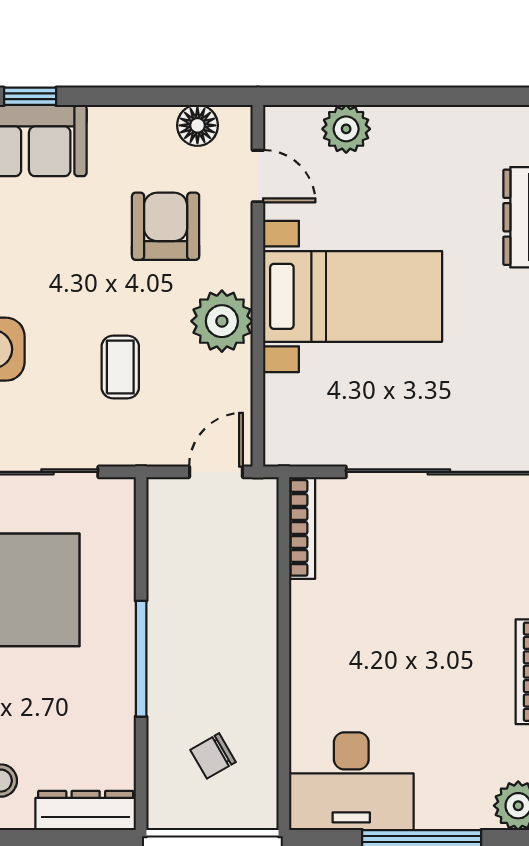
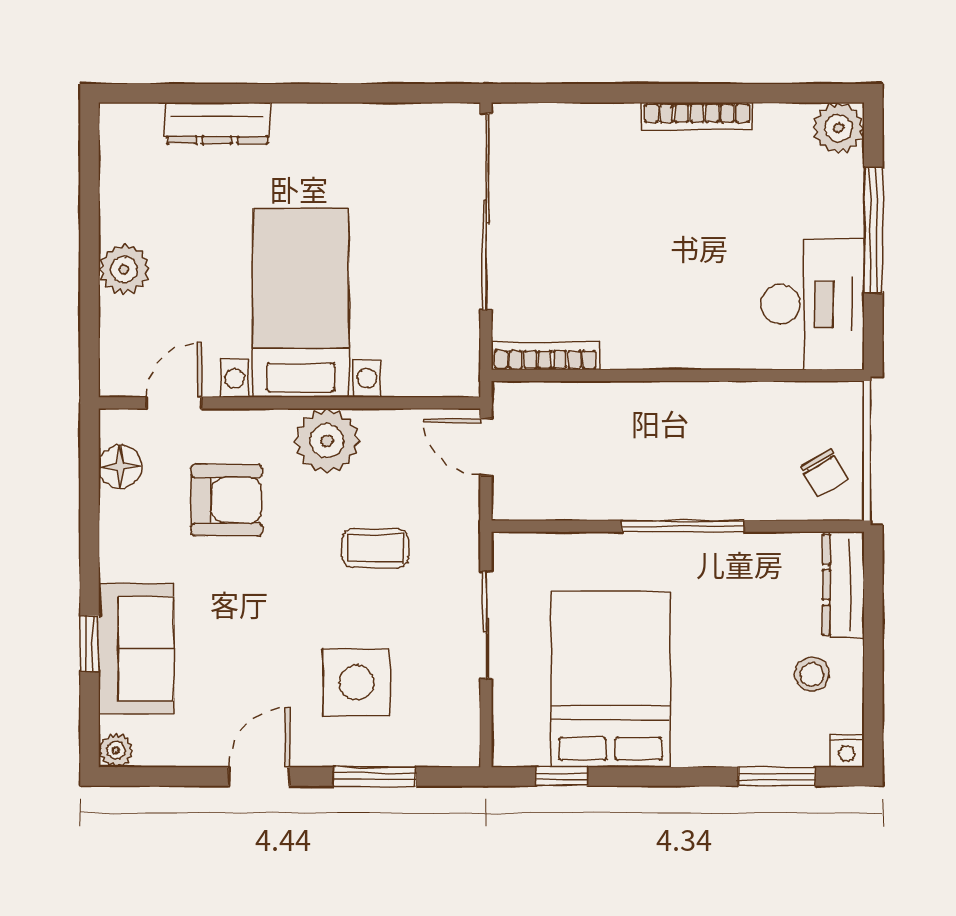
plant: (346, 129) -> (124, 269), moved
armchair: (166, 226) -> (227, 500), turned 180
chair: (213, 756) -> (824, 473), moved

